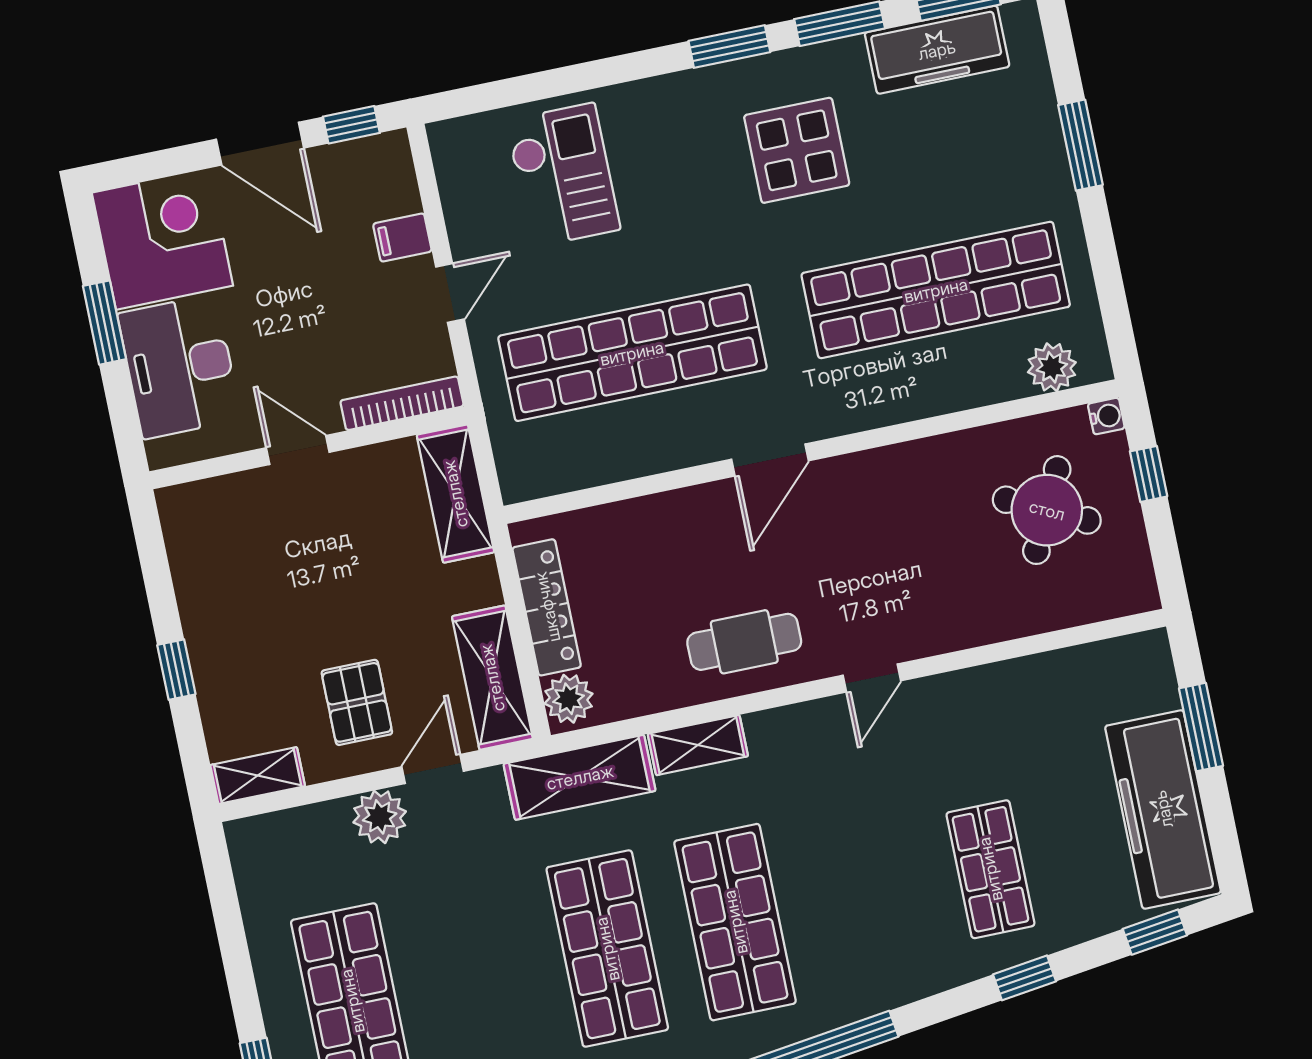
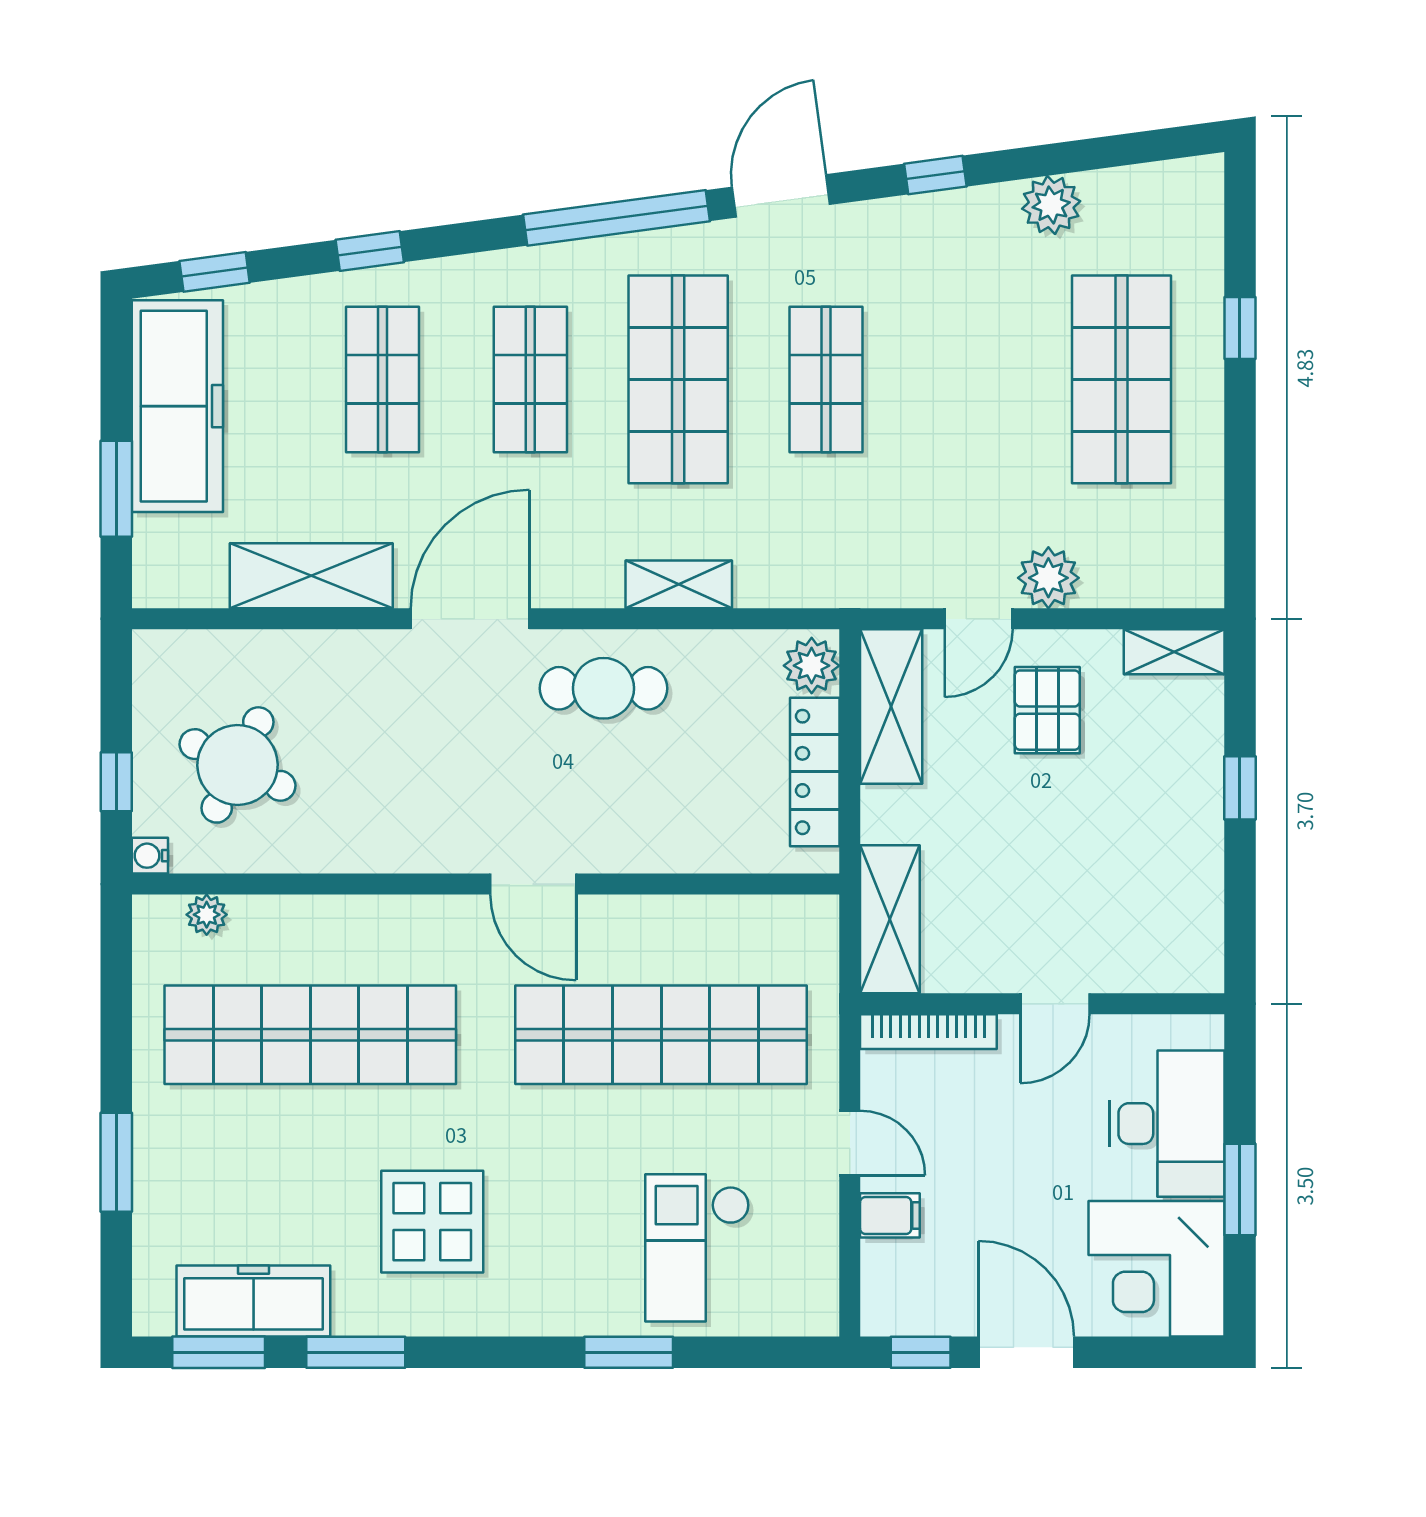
window: (729, 47) -> (629, 1352), moved
door: (450, 293) -> (850, 1143), swing flipped
plant: (1052, 367) -> (207, 915), width x0.73, depth x0.73
door: (298, 450) -> (1055, 1004), hinge flipped
door: (770, 460) -> (533, 884), swing flipped
door: (872, 678) -> (470, 619), width x1.87
shelving: (580, 777) -> (311, 576), moved
shop shelf: (863, 896) -> (530, 379), added
shop shelf: (607, 949) -> (826, 379), width x0.70, depth x0.74

